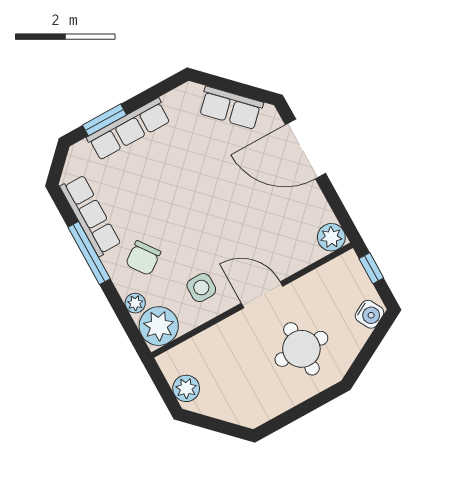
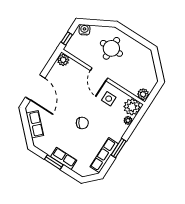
window: (105, 120) -> (54, 162), moved
row of seats: (129, 129) -> (64, 158), width x0.68
window: (89, 253) -> (119, 148), width x0.69
chair: (143, 258) -> (82, 123), moved
plant: (186, 388) -> (143, 94), moved

